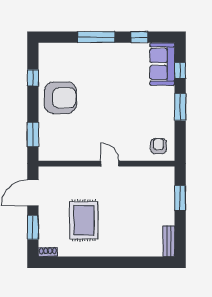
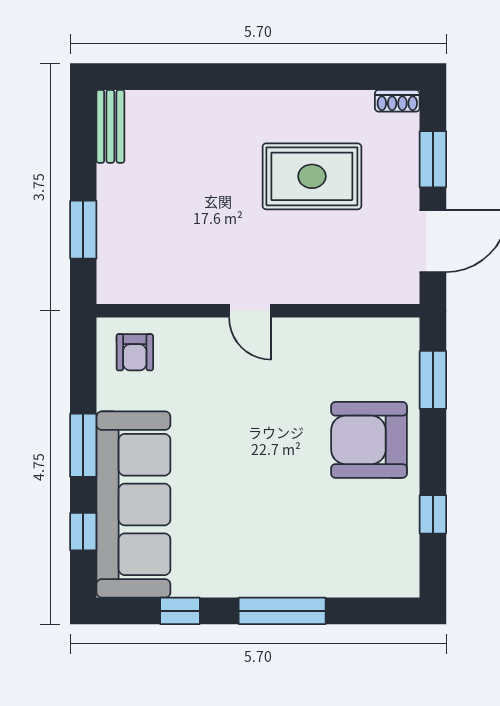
sofa: (162, 64) -> (133, 505), width x1.85, depth x1.27
armchair: (60, 98) -> (369, 440), moved
rug: (84, 220) -> (312, 176), turned 90

